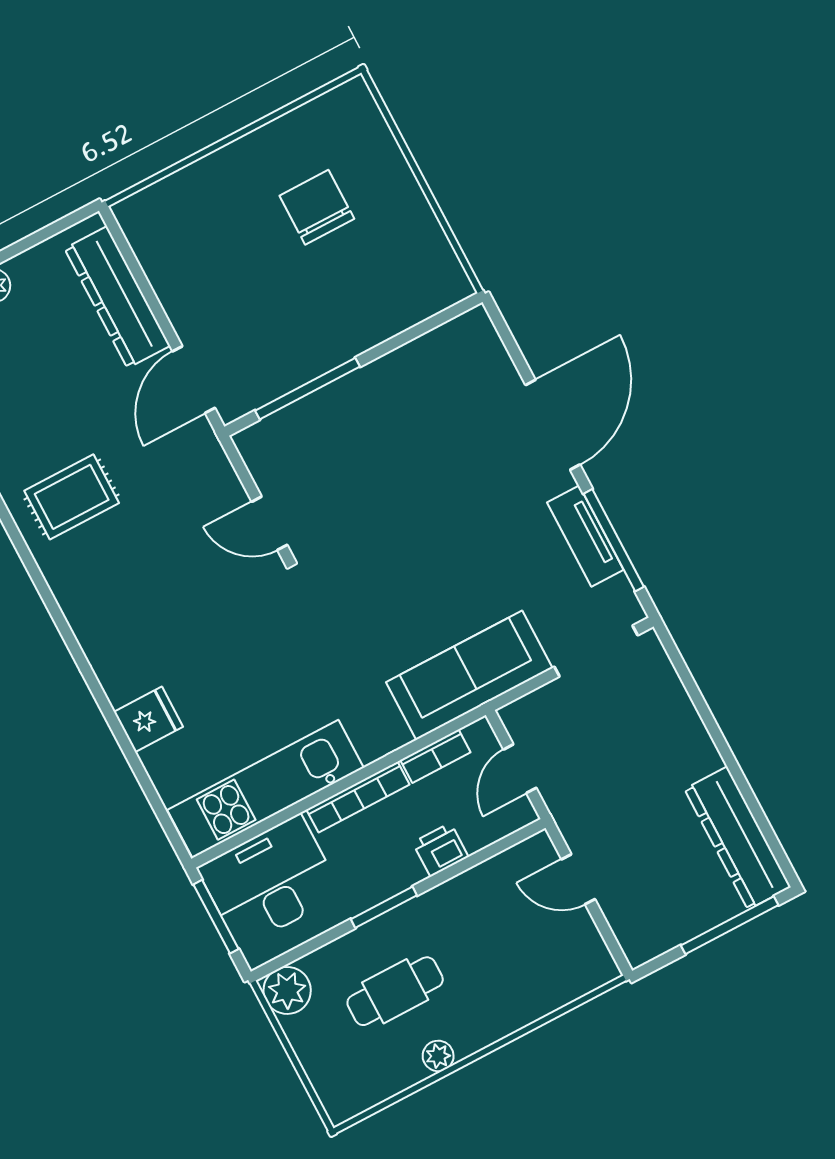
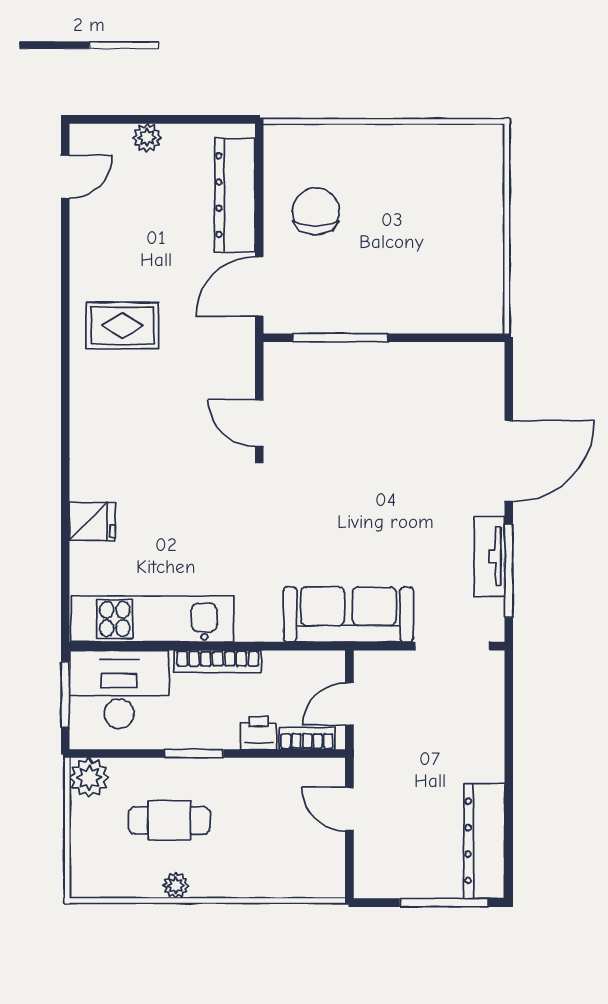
chair: (317, 207) -> (316, 211), moved
bookcase: (435, 756) -> (307, 738), moved, turned 180

